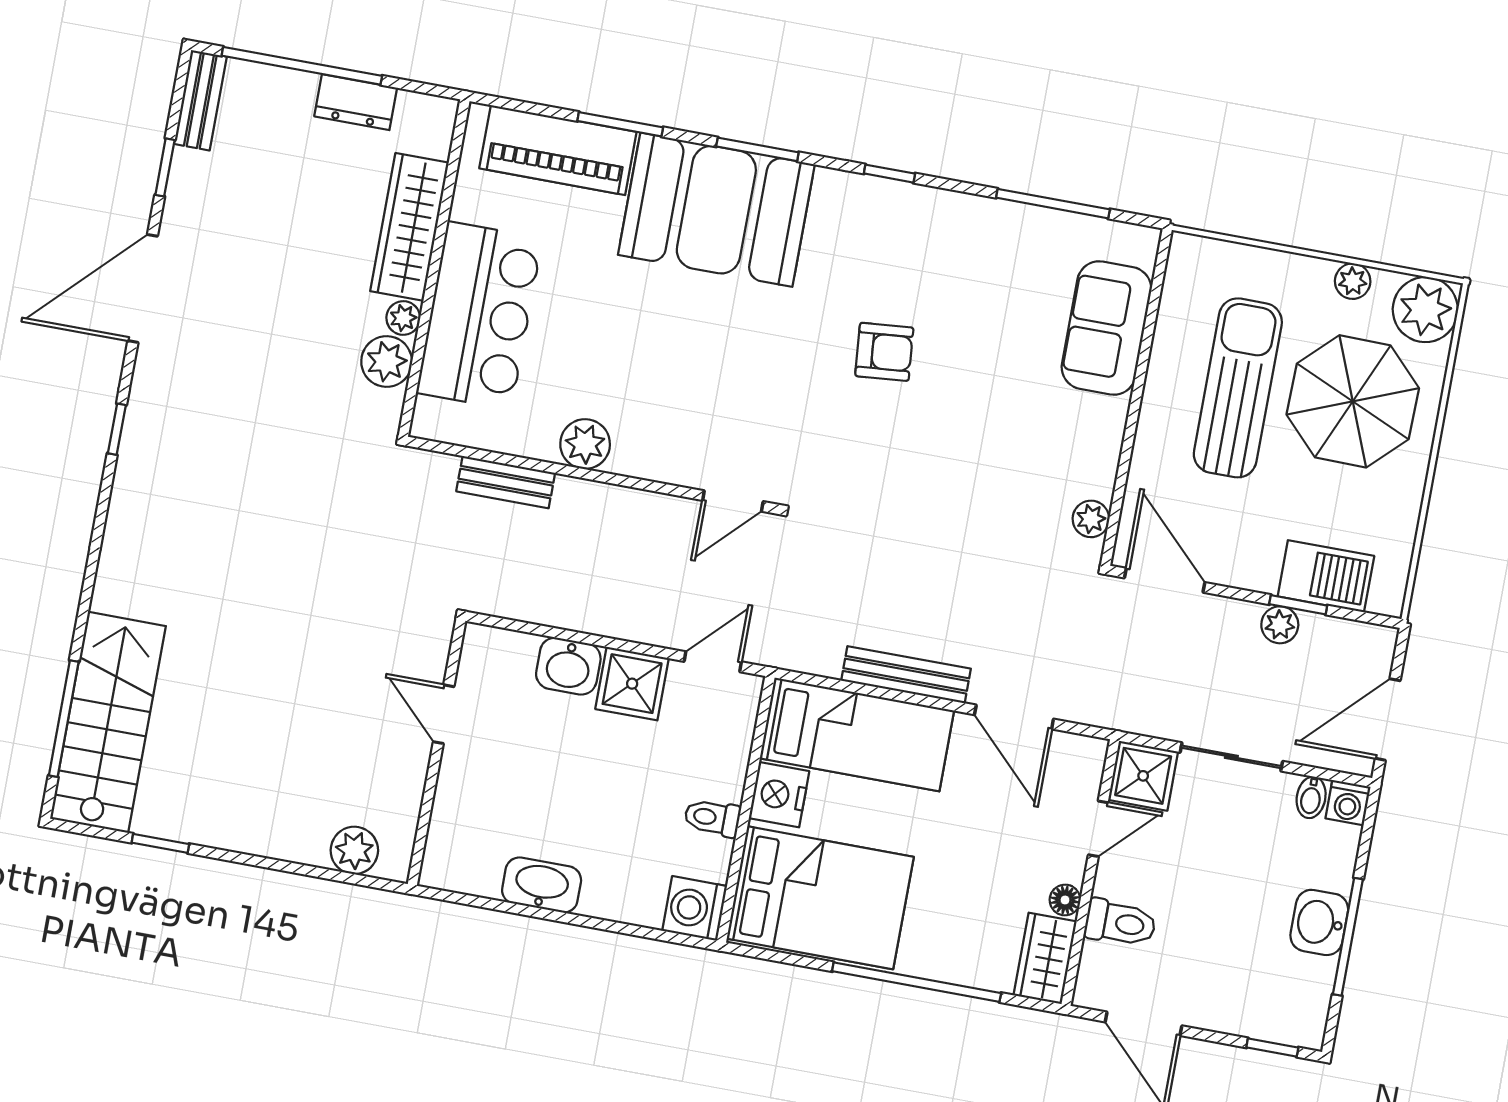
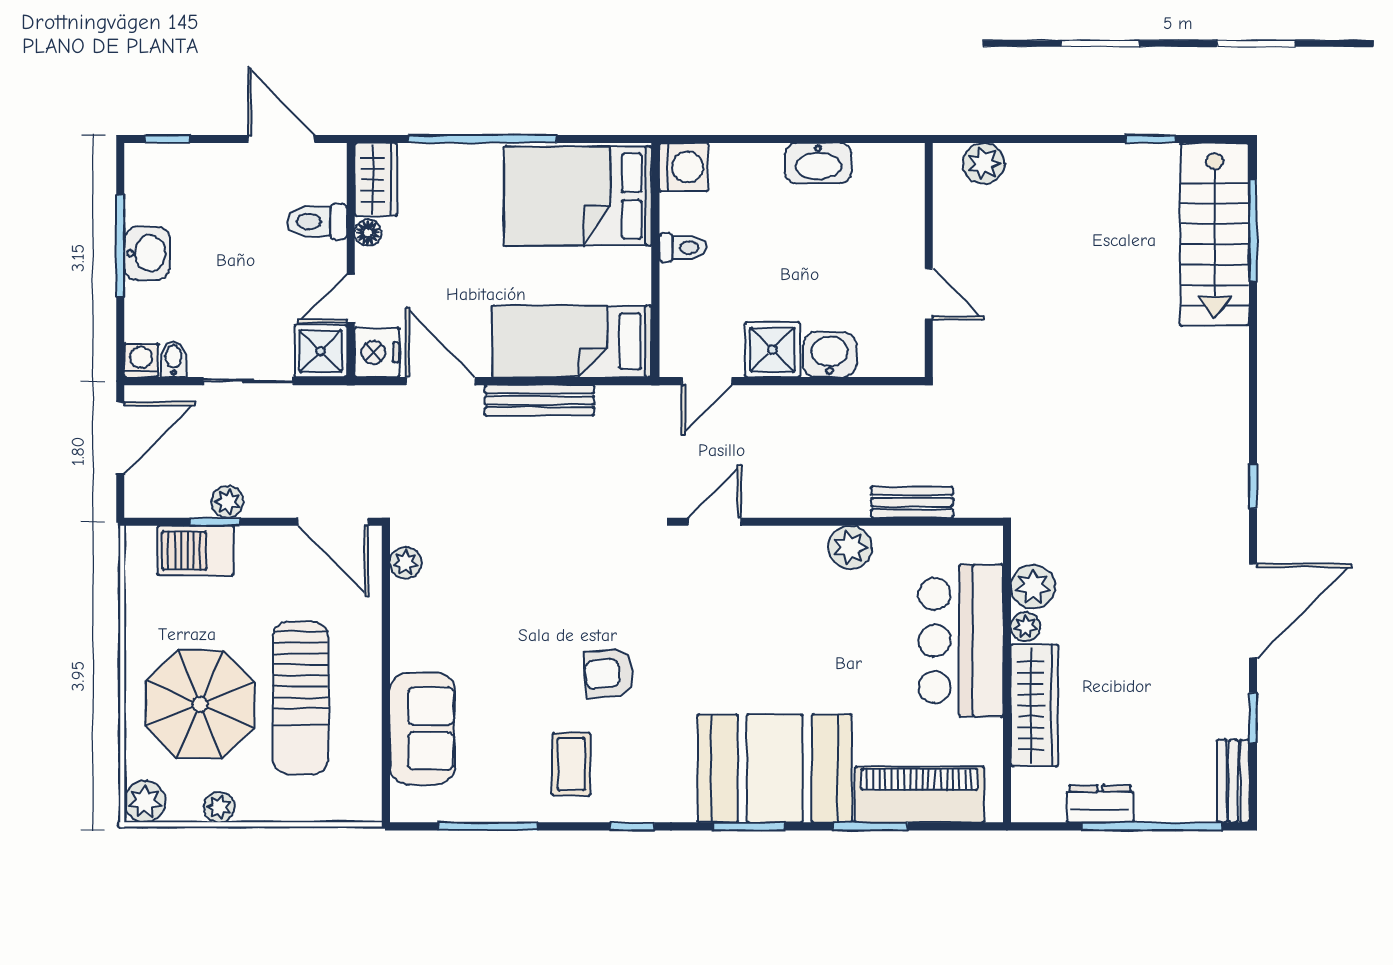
coffee table: (946, 257) -> (571, 764), added
plant: (1425, 310) -> (145, 802), width x0.73, depth x0.73
nightstand: (779, 795) -> (377, 352), moved, turned 180

